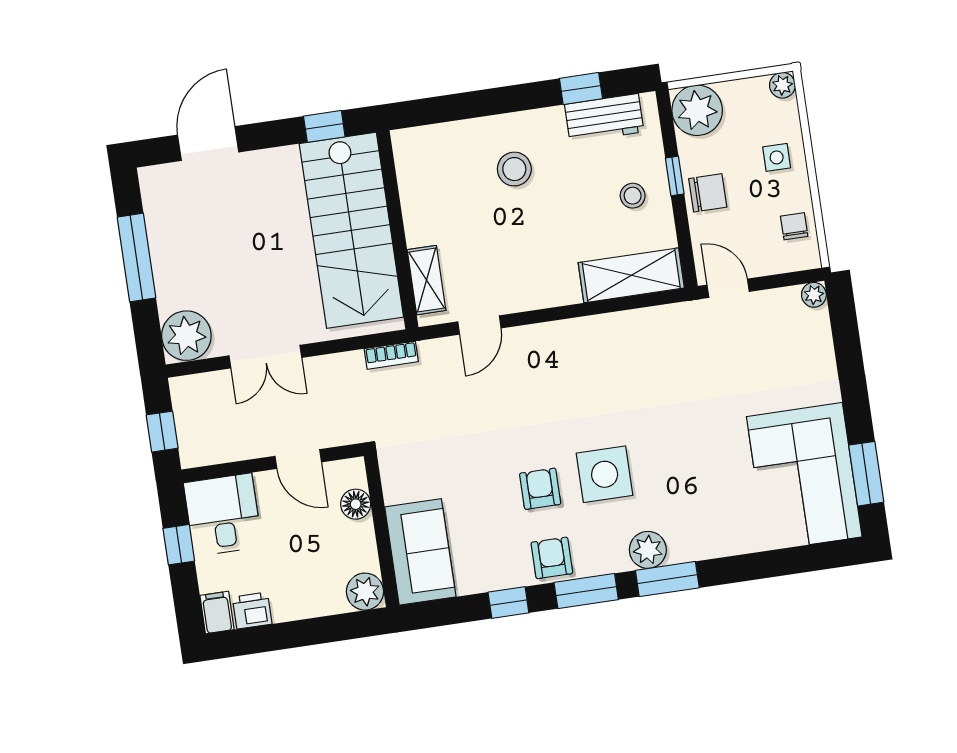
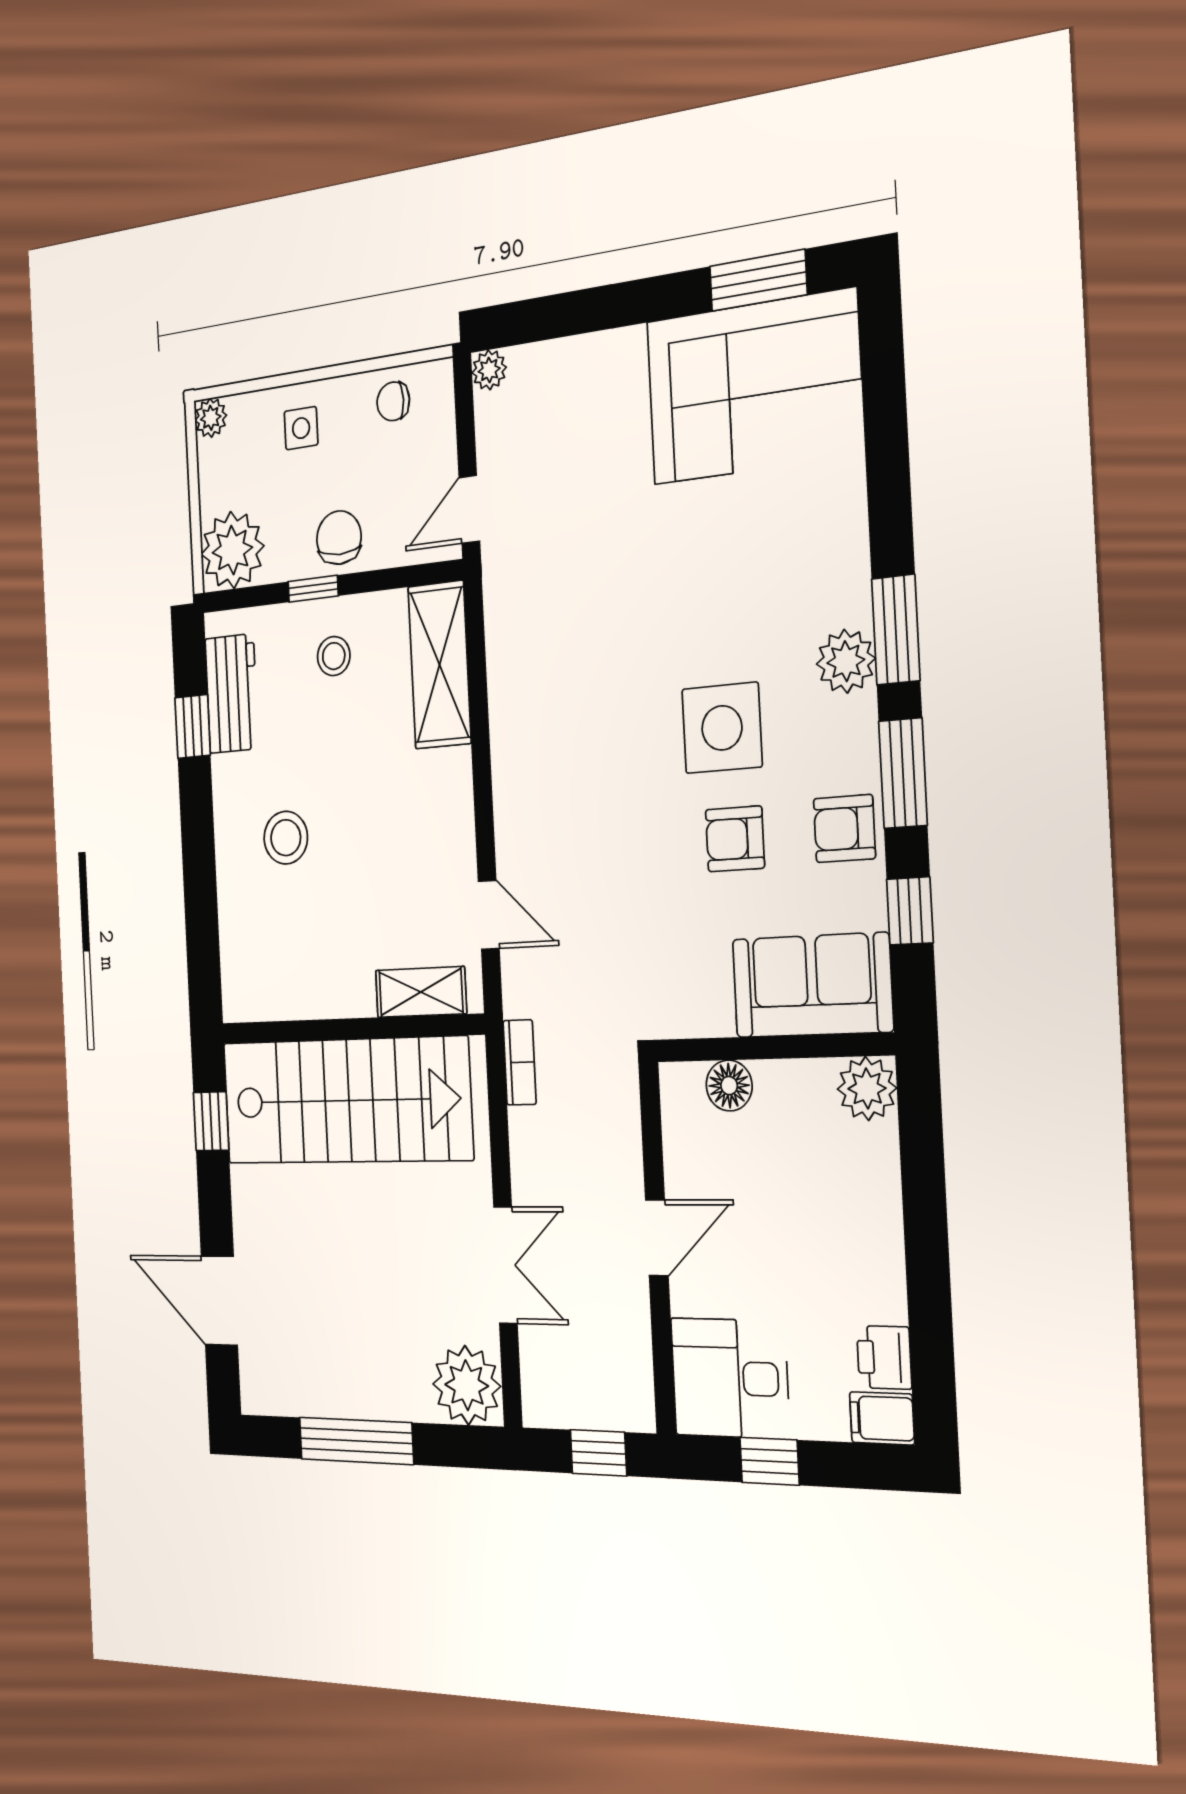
floor lamp: (356, 504) -> (729, 1086), moved
wall: (381, 531) -> (773, 1047), moved
sofa: (420, 552) -> (812, 985), moved
plant: (365, 592) -> (867, 1088), moved

